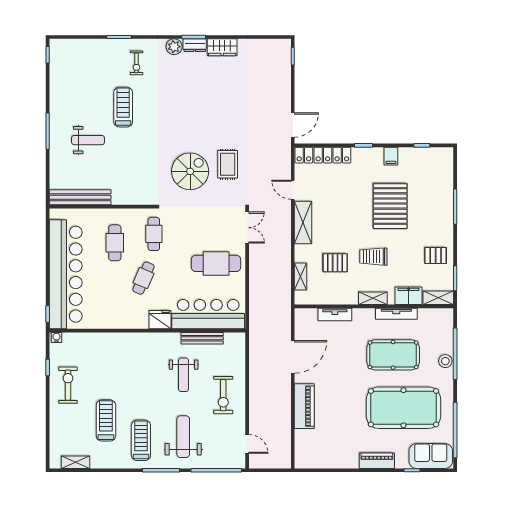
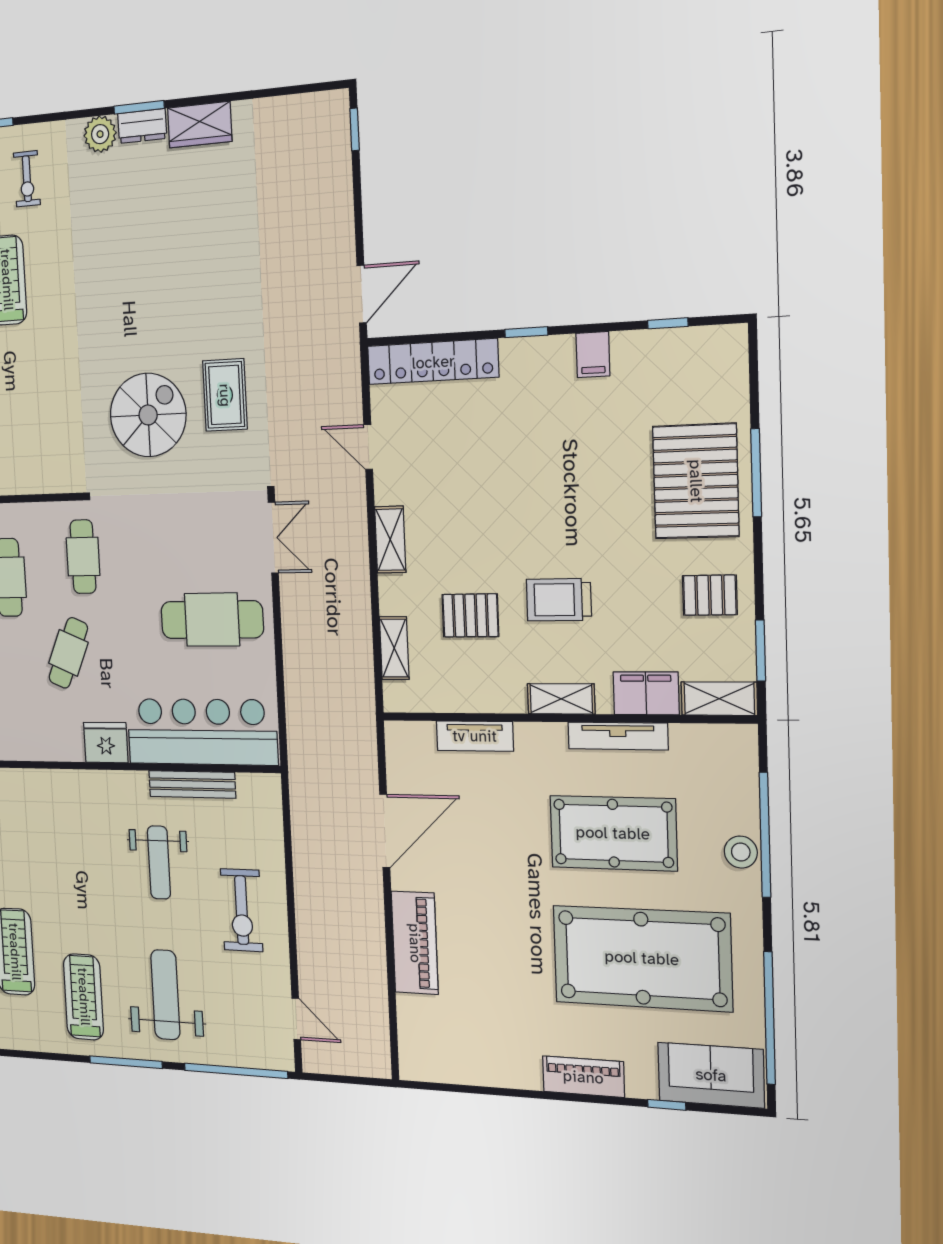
pallet: (390, 206) -> (696, 481), moved
shelving: (303, 223) -> (390, 540), width x0.67, depth x0.75

